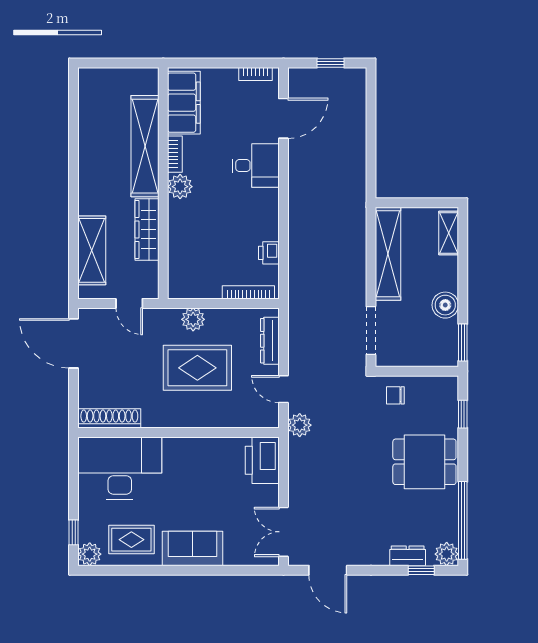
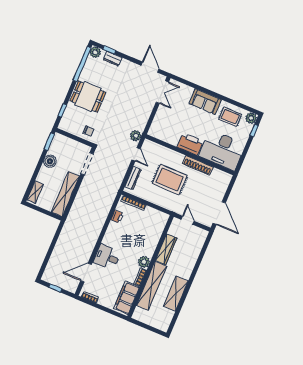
shelving: (92, 250) -> (176, 294), moved
plant: (193, 319) -> (163, 201), removed
shoe rack: (109, 418) -> (198, 165), moved
printer: (262, 460) -> (190, 144), moved, turned -90

